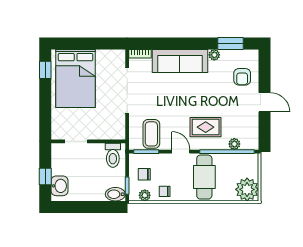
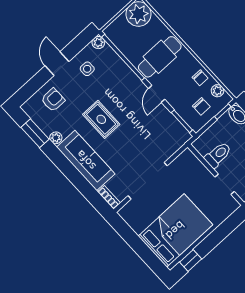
side table: (242, 120) -> (87, 69), added
rug: (206, 127) -> (101, 119), moved
coffee table: (151, 134) -> (164, 130), removed
plant: (234, 144) -> (98, 43), moved
toilet: (113, 155) -> (218, 155), moved

